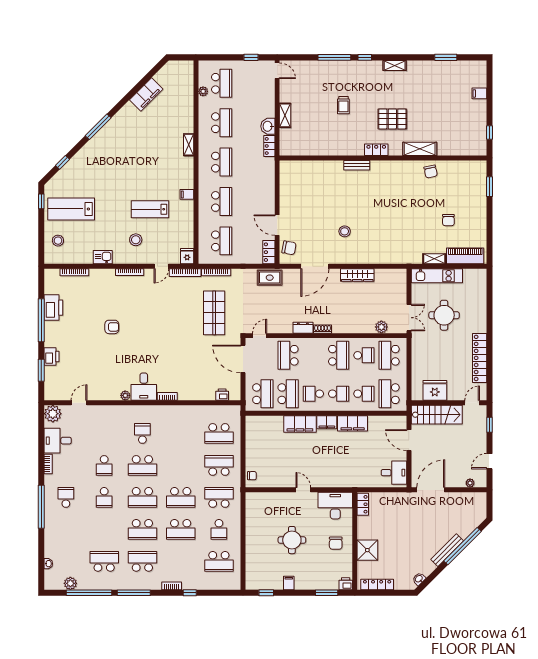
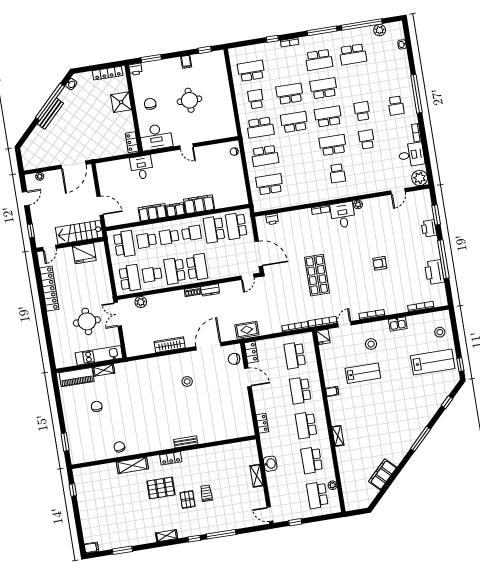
filing cabinet: (479, 93) -> (91, 548), moved
pallet: (365, 102) -> (188, 500), added
locker: (269, 146) -> (262, 423), moved
shop shelf: (214, 313) -> (317, 275), moved
school desk: (288, 355) -> (197, 267), moved
desk: (394, 473) -> (142, 167), moved, turned 90
window: (463, 546) -> (50, 102), moved

